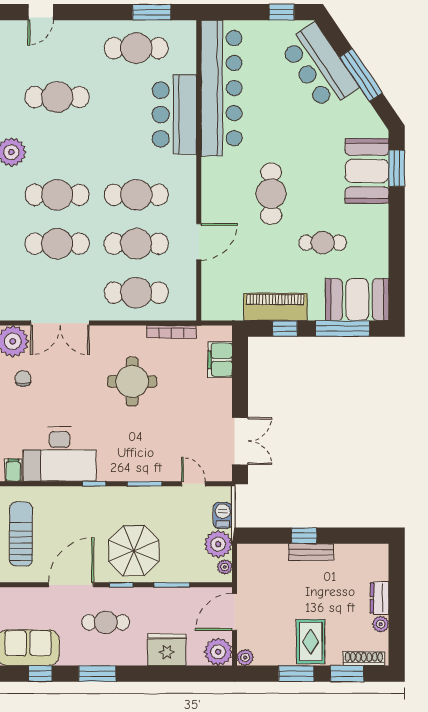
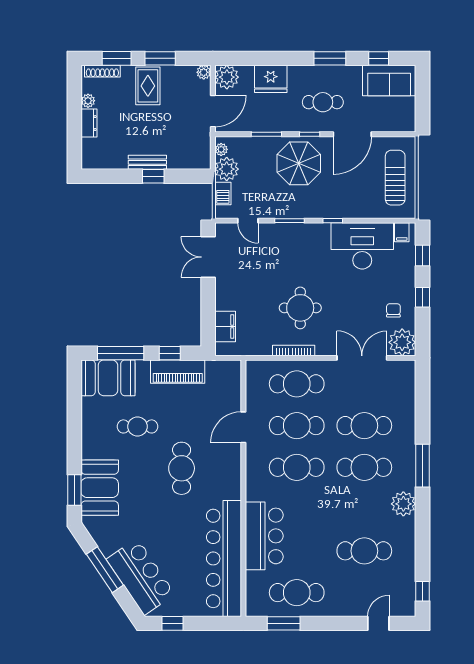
bookcase: (171, 332) -> (294, 350), moved
chair: (23, 379) -> (393, 310), turned 180
sun lounger: (21, 534) -> (395, 178), turned 180

